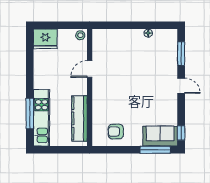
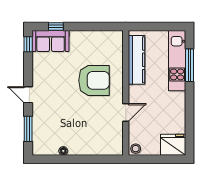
armchair: (116, 132) -> (94, 80), moved, width x1.88, depth x1.88
window: (155, 150) -> (56, 26), width x0.46

